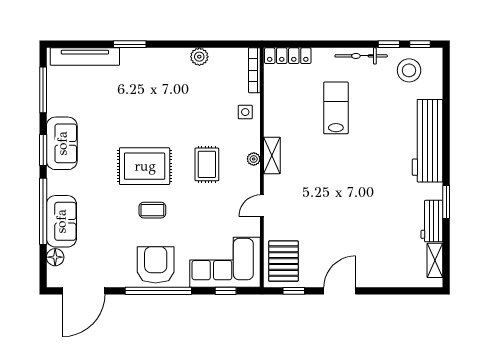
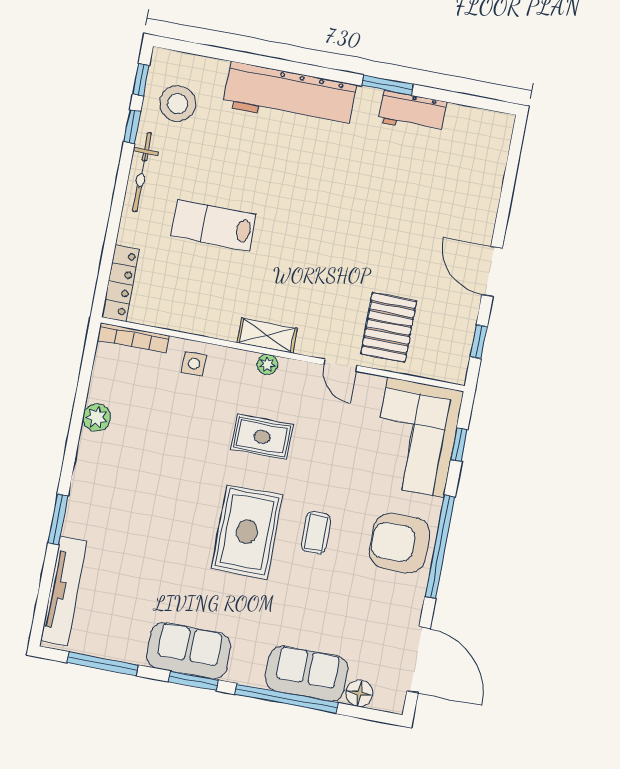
shelving: (435, 260) -> (473, 119), removed
pallet: (283, 261) -> (389, 327), moved, turned 90

